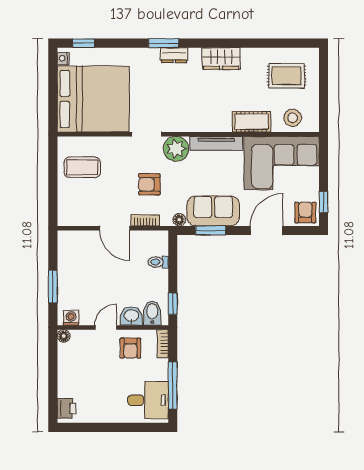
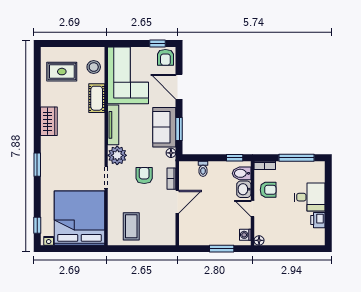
dresser: (174, 55) -> (46, 157), removed
rug: (287, 76) -> (62, 72), turned 90
armchair: (149, 184) -> (144, 175), turned 180
armchair: (305, 212) -> (165, 57), turned -90
desk: (148, 400) -> (310, 197), moved, turned 90
printer: (67, 408) -> (318, 220), moved, turned -90

